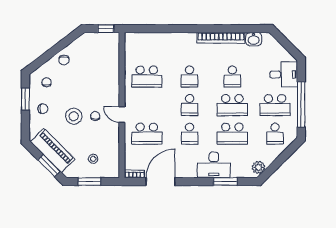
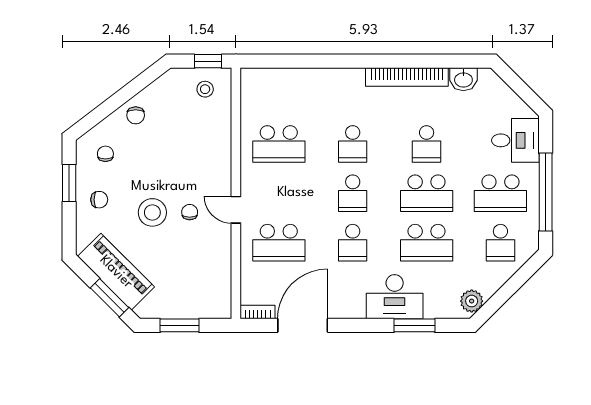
stool: (93, 159) -> (205, 89), moved

